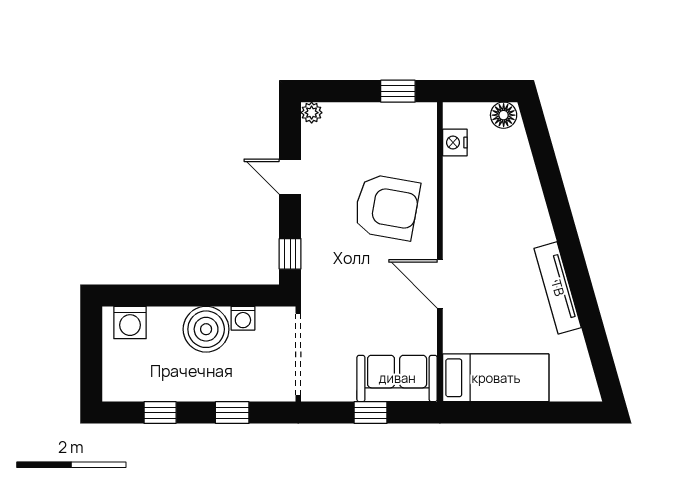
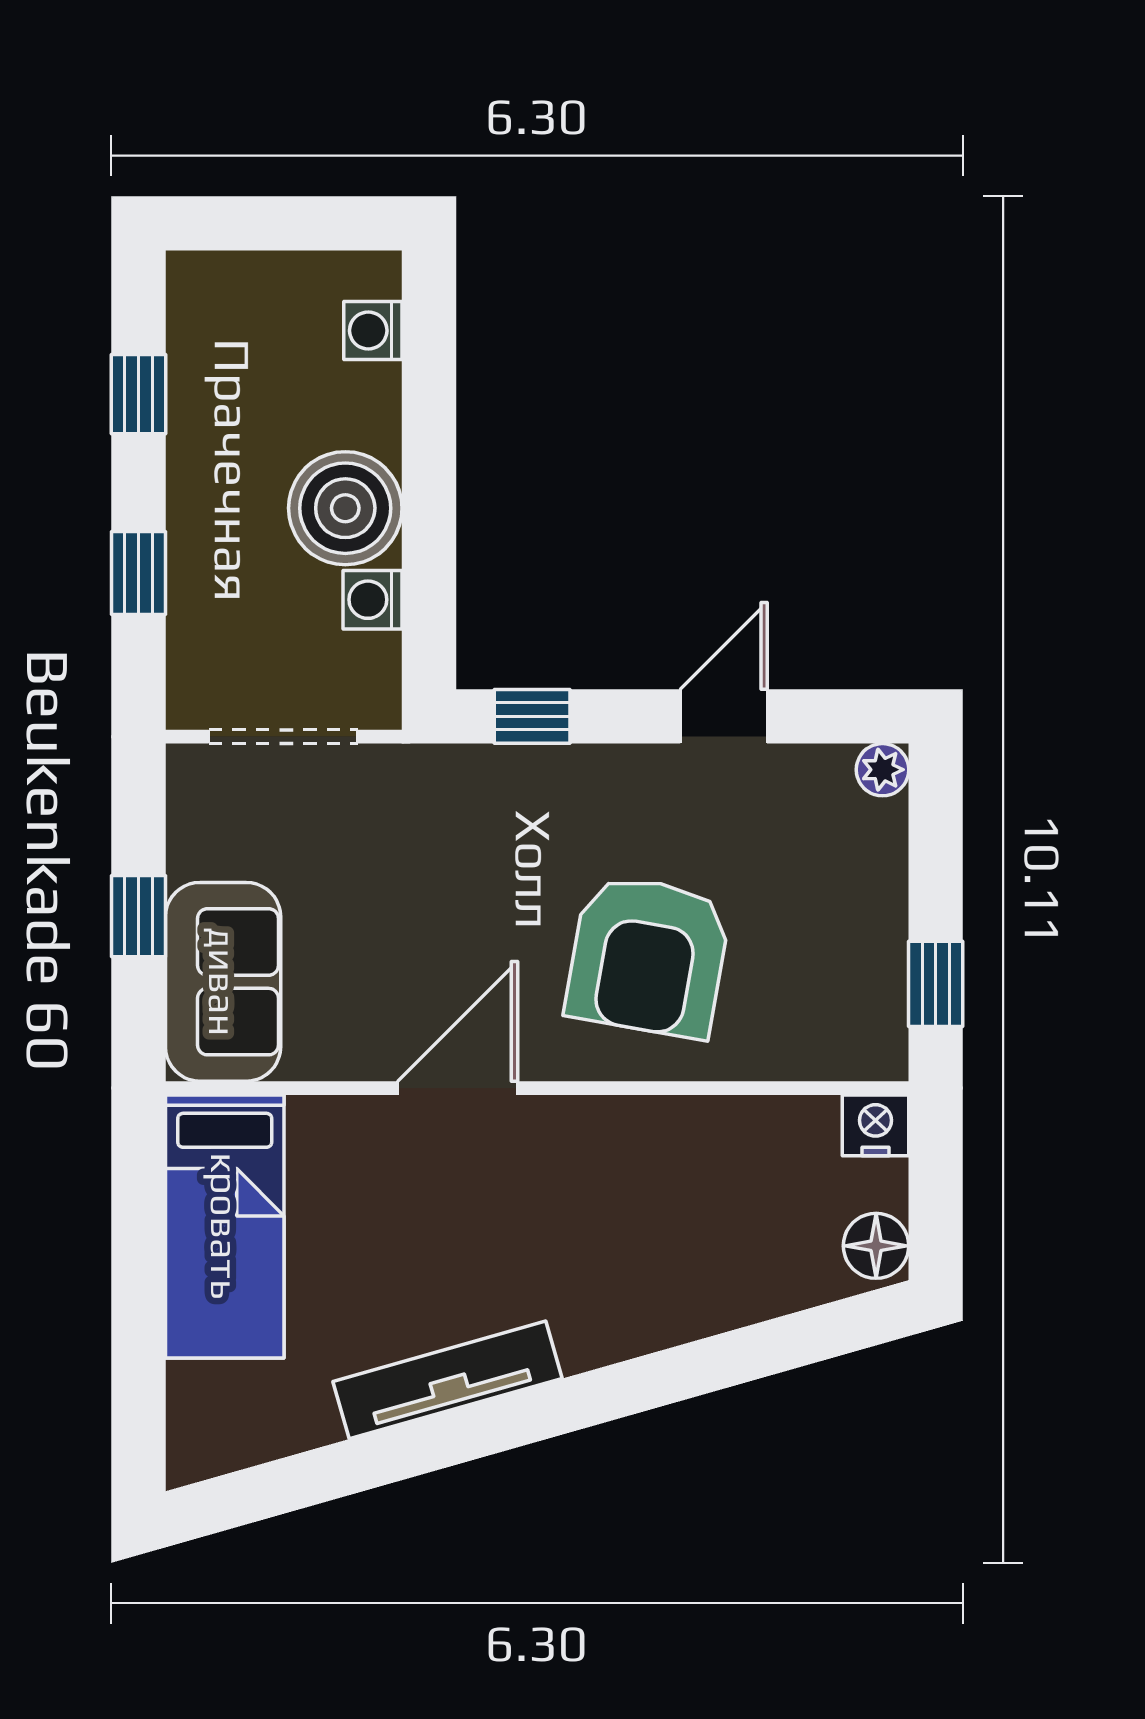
nightstand: (455, 143) -> (875, 1125), moved
washing machine: (130, 322) -> (373, 331), width x0.73, depth x0.73
doorway: (298, 354) -> (283, 737), width x0.73

